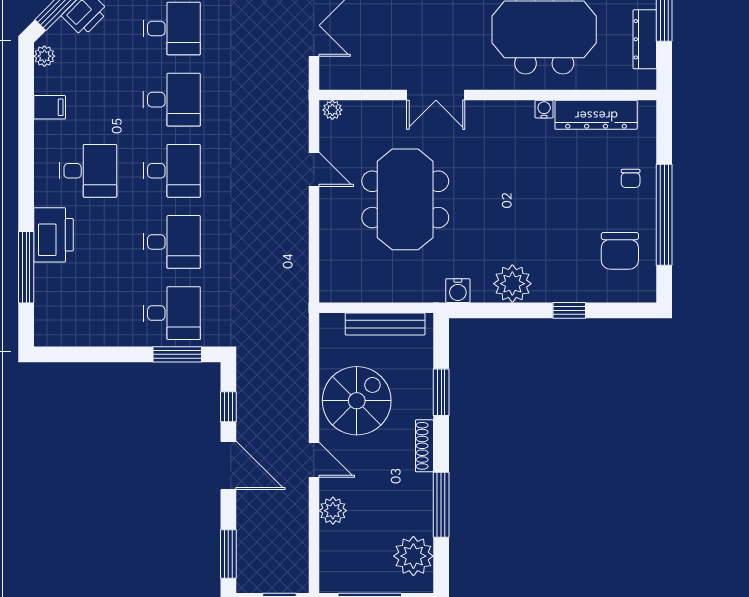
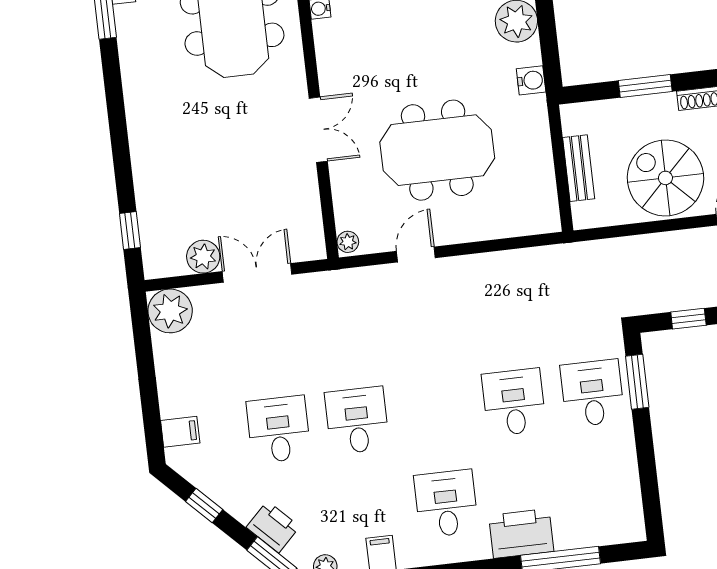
desk: (172, 171) -> (435, 411), removed
bench: (385, 324) -> (579, 168), width x0.73

